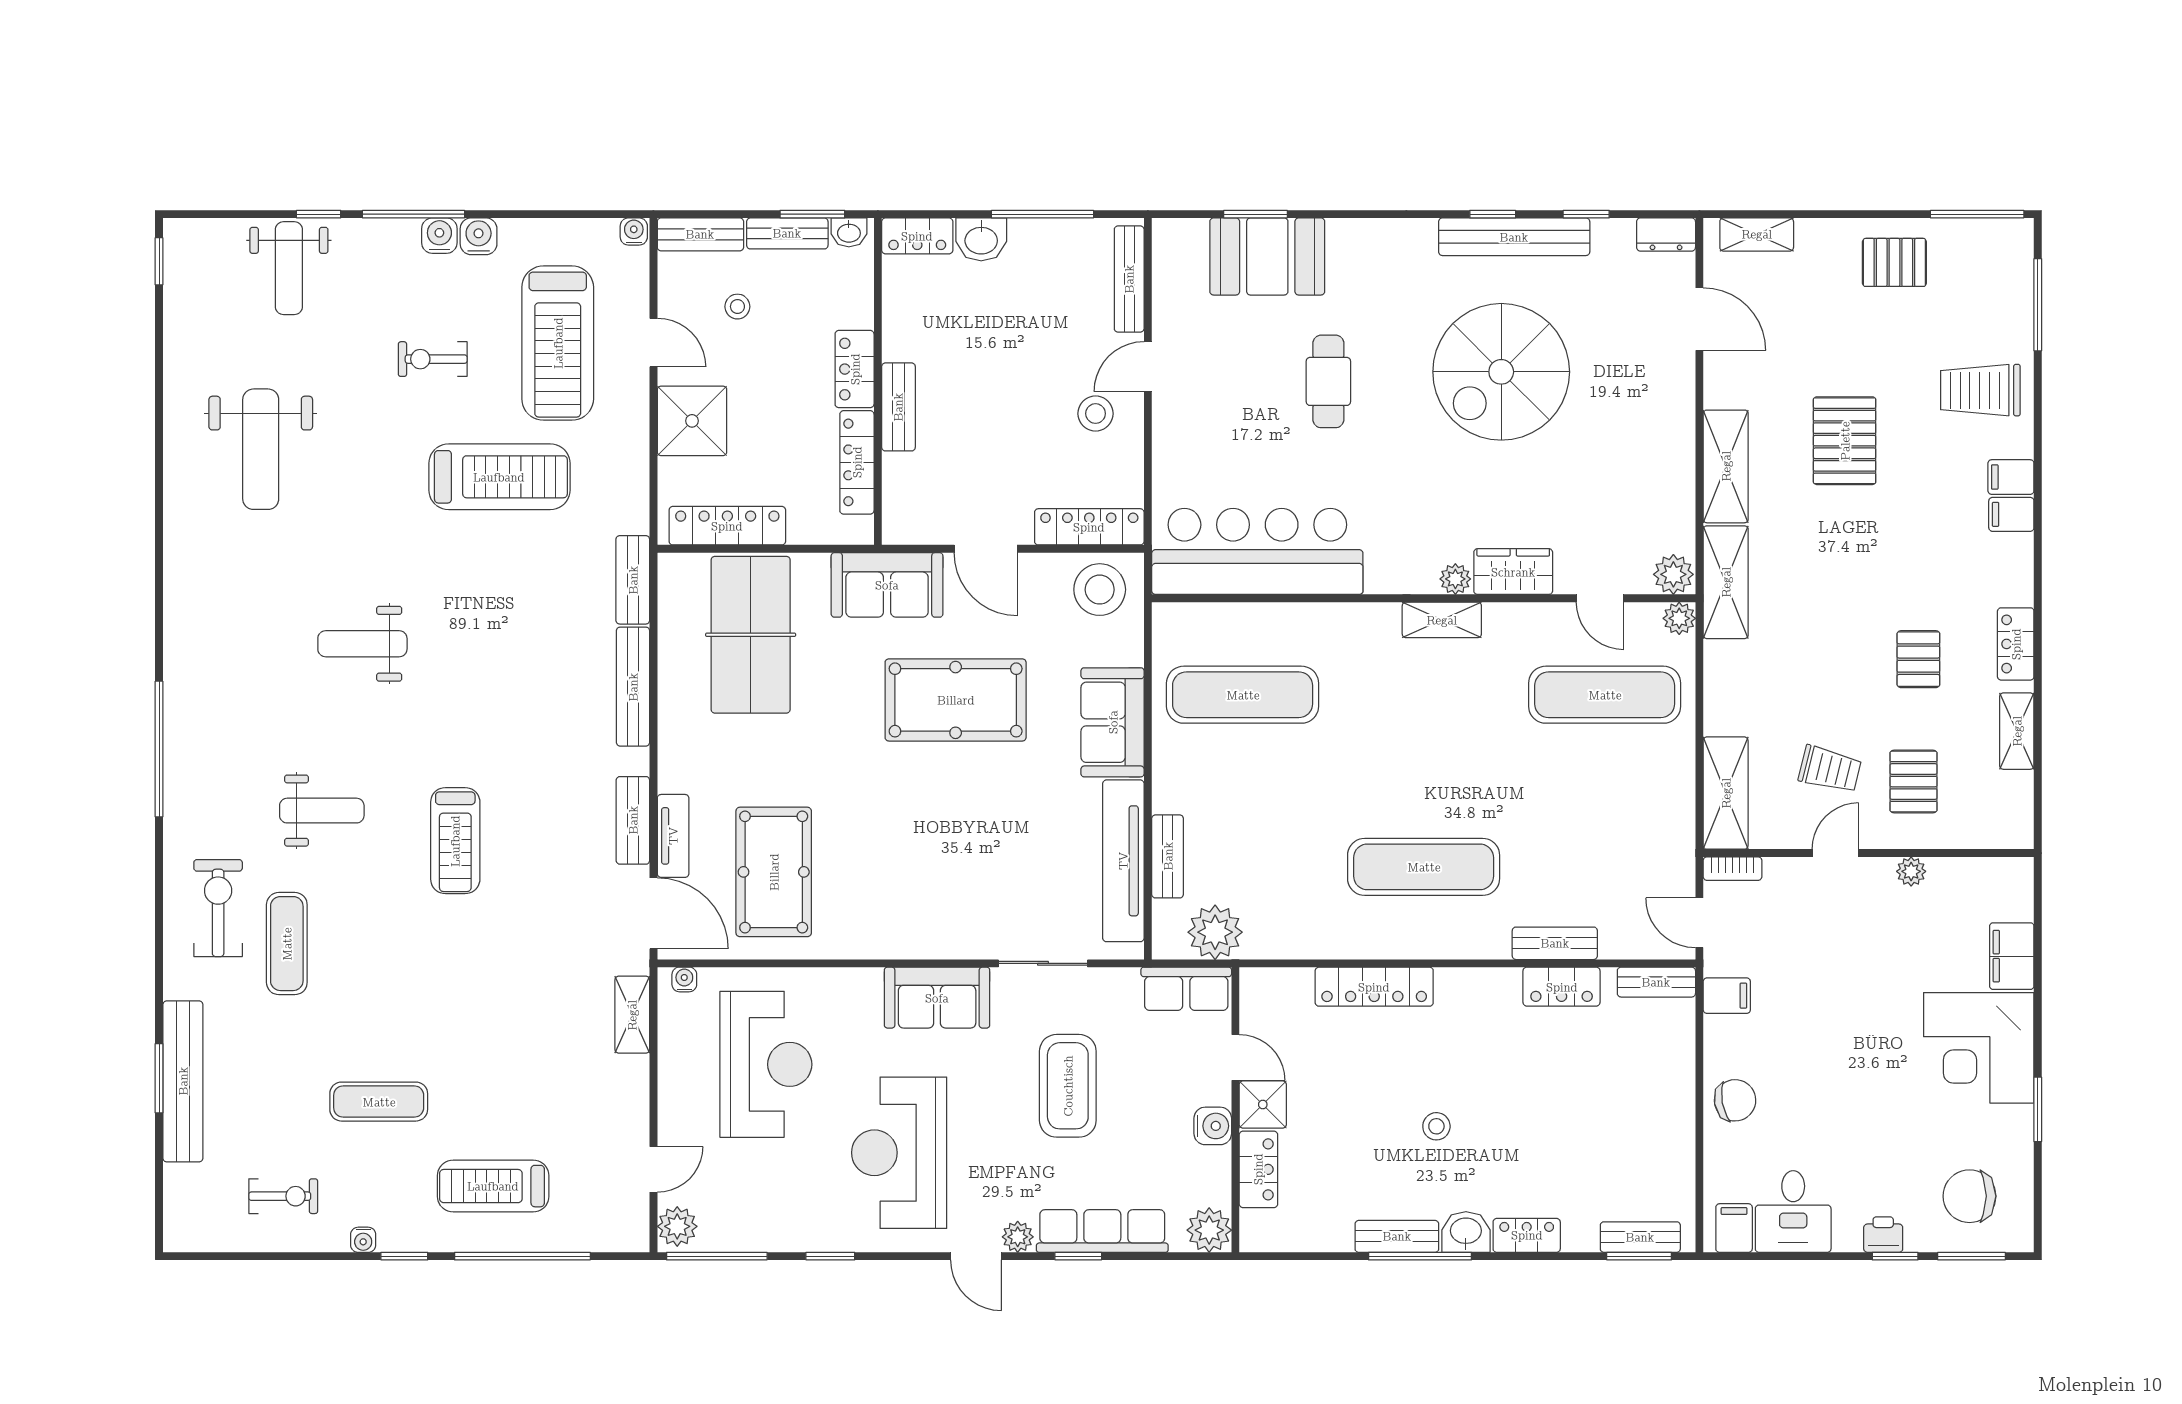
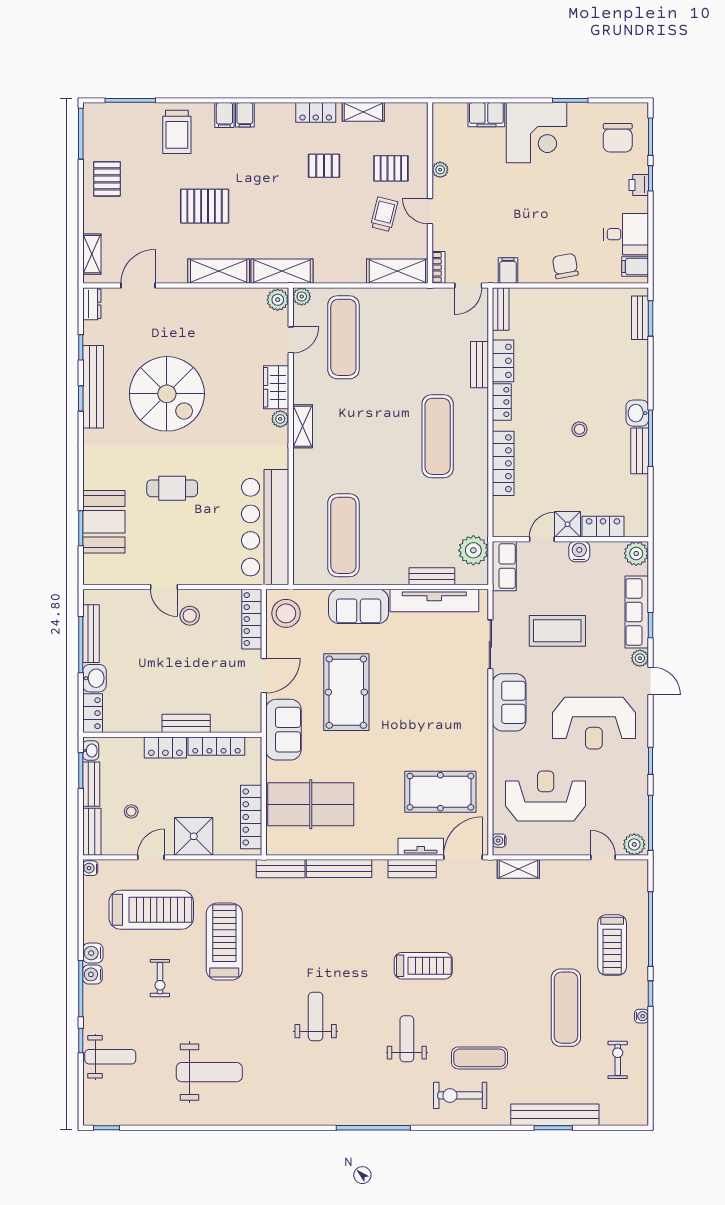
bench: (1129, 279) -> (91, 634), moved, turned 90
weight bench: (362, 644) -> (316, 1017), turned 180
exercise mat: (379, 1102) -> (566, 1008), width x1.36, depth x1.45
locker: (1527, 1235) -> (502, 402), moved, turned 180
door: (976, 1256) -> (650, 681), hinge flipped

